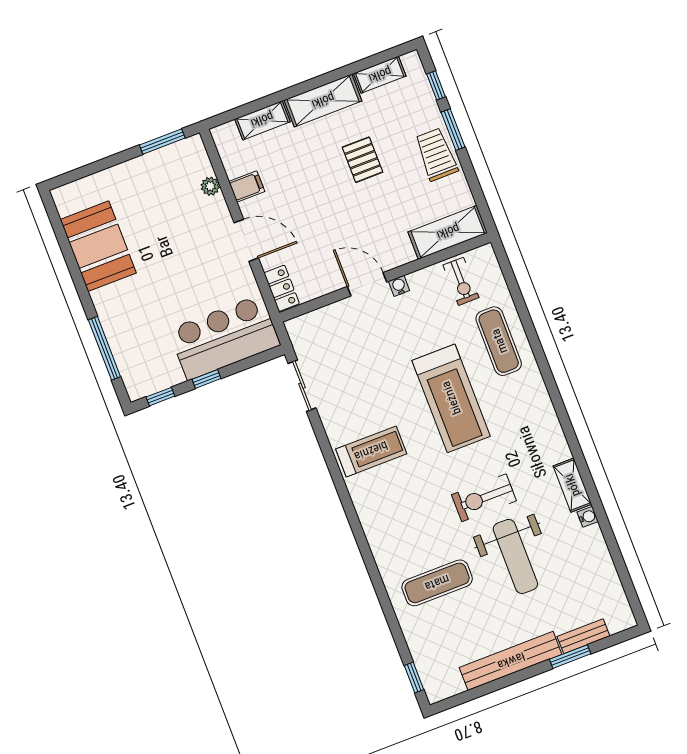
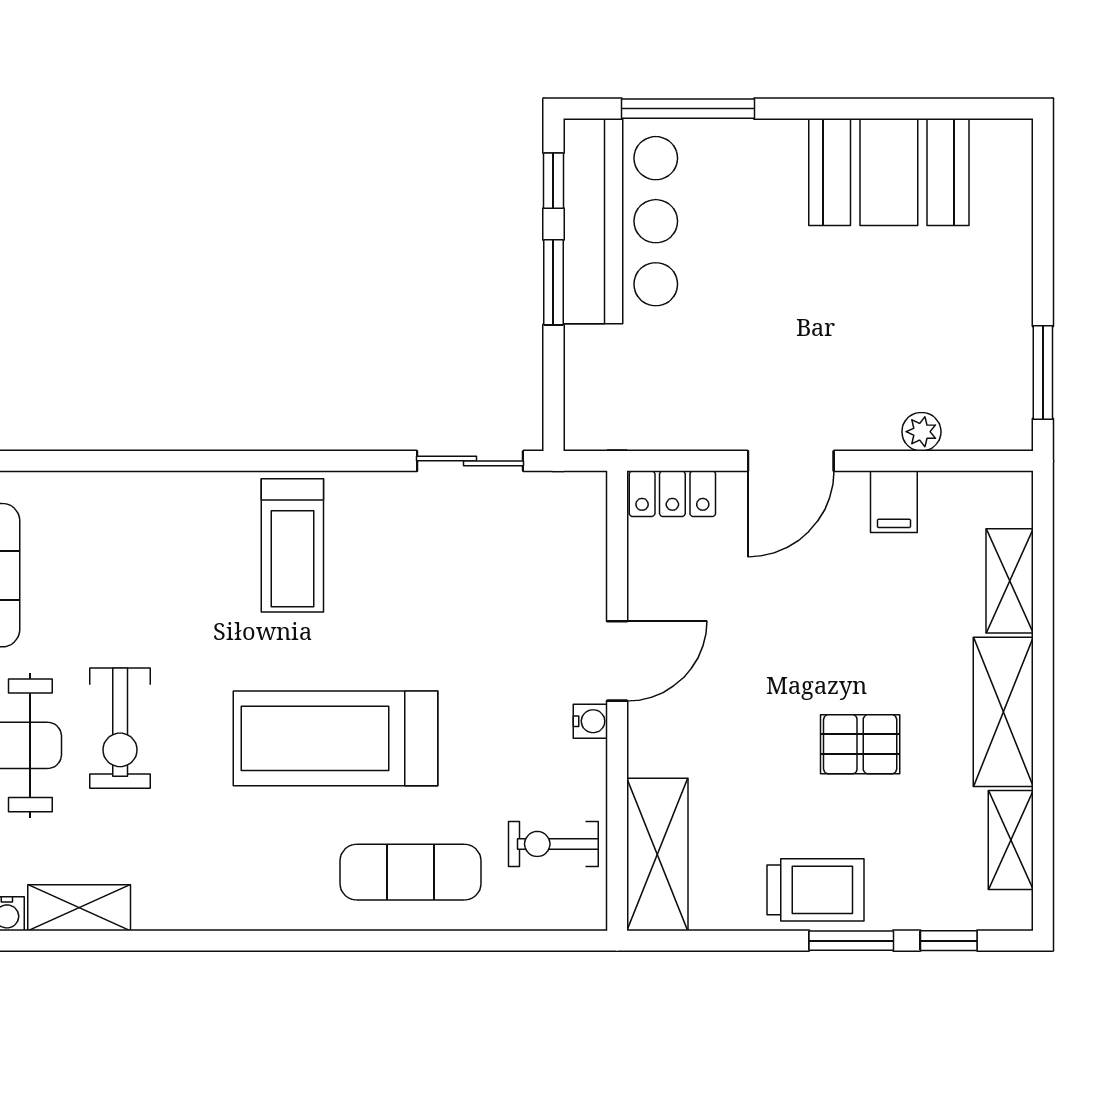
bar counter: (224, 337) -> (620, 221), moved
window: (207, 379) -> (553, 282), width x1.50
exercise bike: (484, 498) -> (120, 728), turned 180

